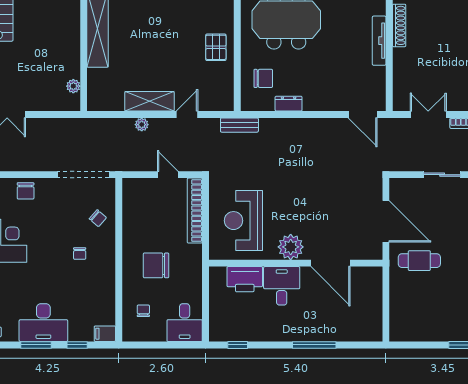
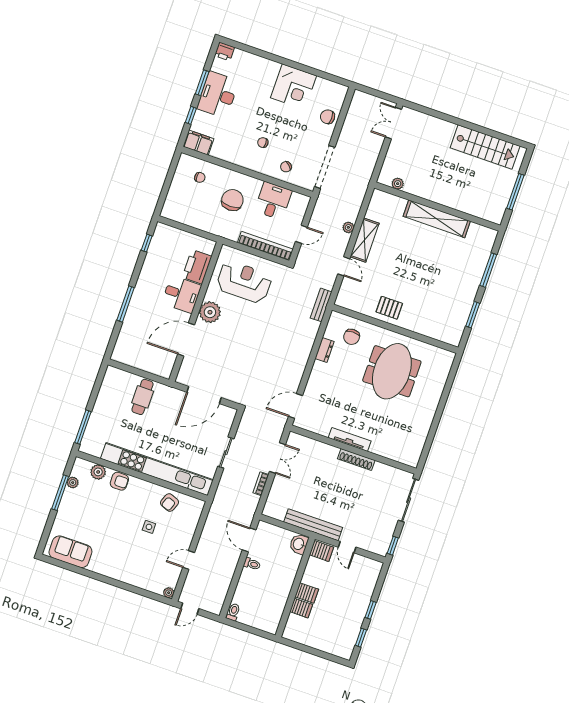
cafe table: (419, 261) -> (143, 397), moved
desk: (185, 323) -> (273, 201), moved, turned 90
filing cabinet: (105, 334) -> (198, 143), width x2.00

